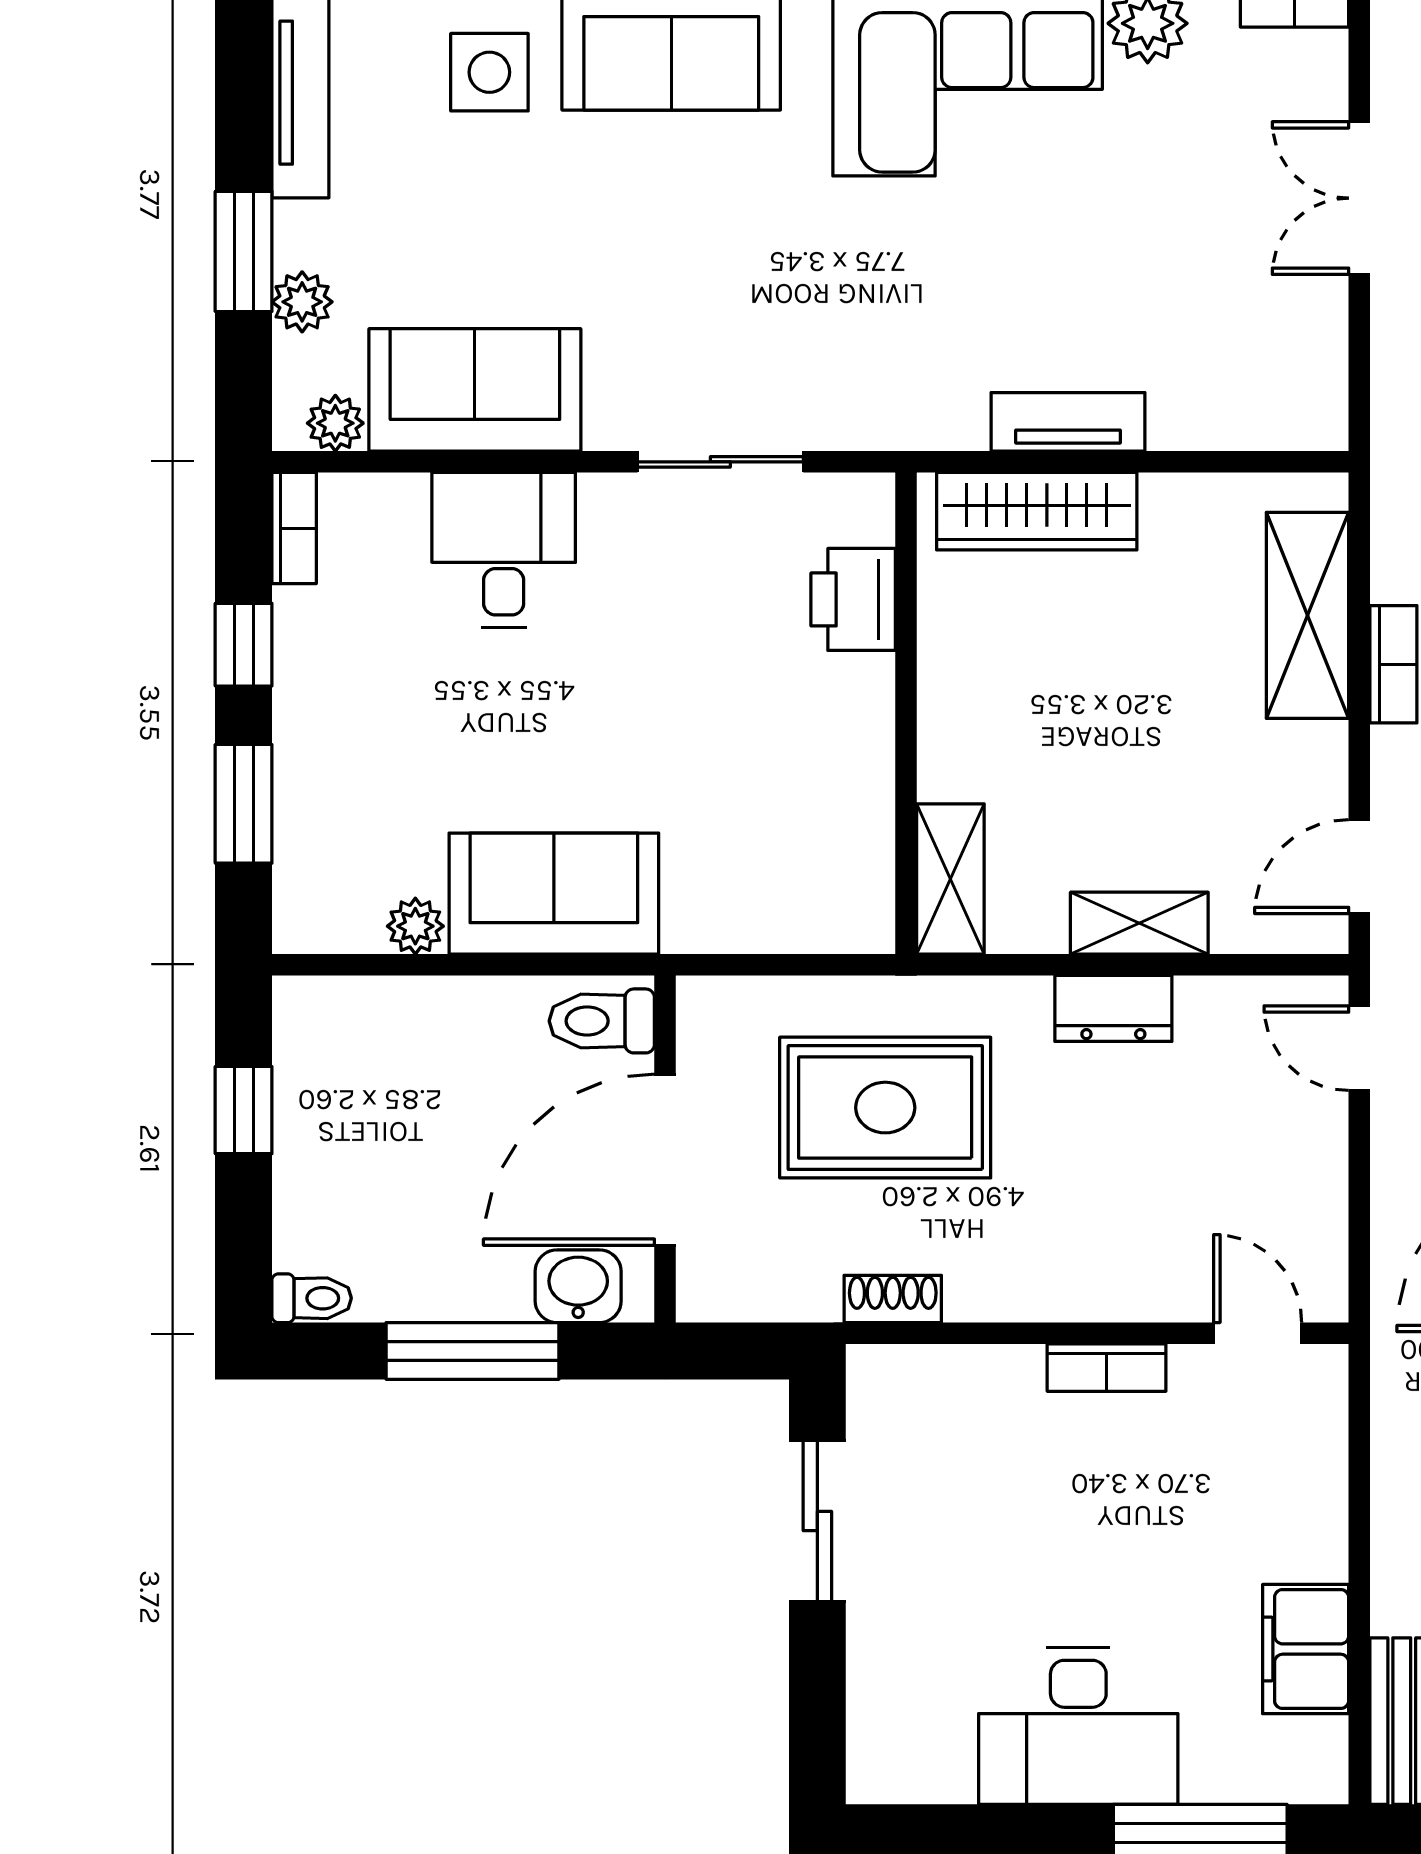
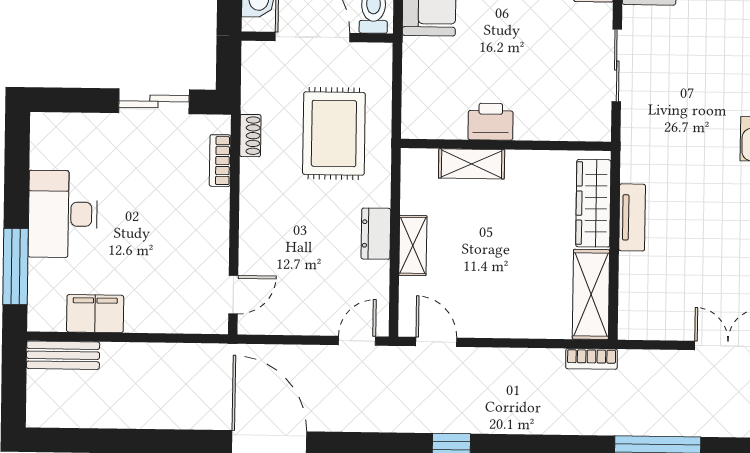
printer: (853, 599) -> (491, 122), moved
shelving: (1307, 615) -> (591, 294), moved, turned 90
bookcase: (1393, 664) -> (591, 359), moved
shelving: (950, 879) -> (472, 164), moved
bookcase: (1107, 1368) -> (220, 161), moved

